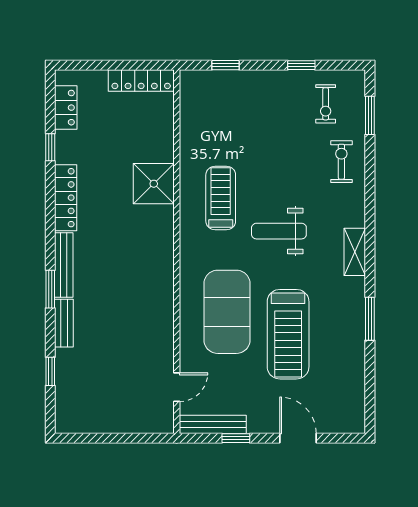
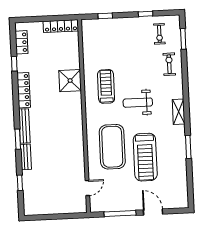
bench: (213, 424) -> (107, 207), removed
window: (236, 438) -> (120, 214), width x2.17

